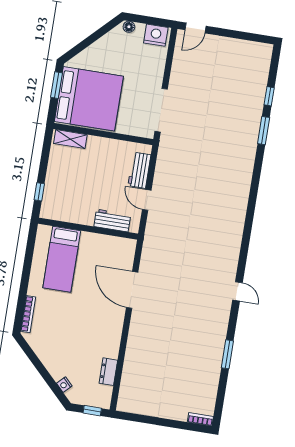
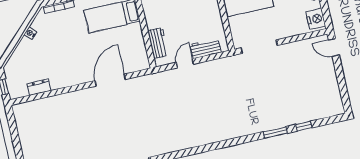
nightstand: (64, 385) -> (30, 33), moved

